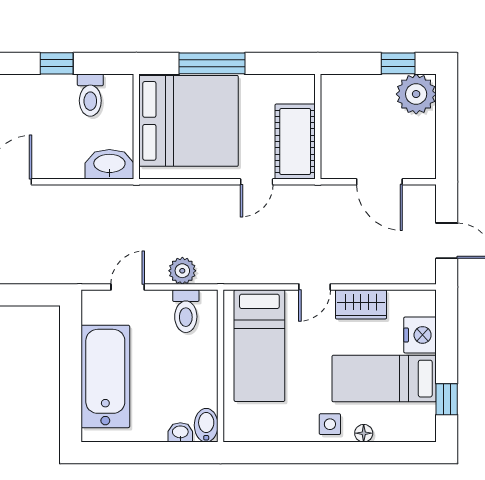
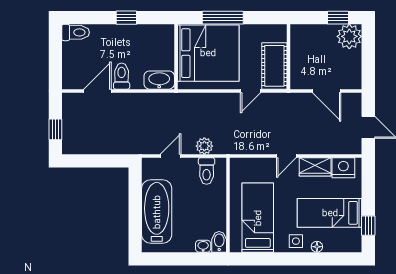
toilet: (90, 95) -> (122, 76), moved, turned 180
nightstand: (420, 335) -> (343, 168), moved, turned -90
bed: (259, 346) -> (258, 218), moved, turned 180

